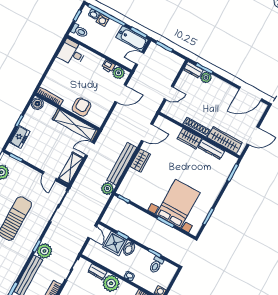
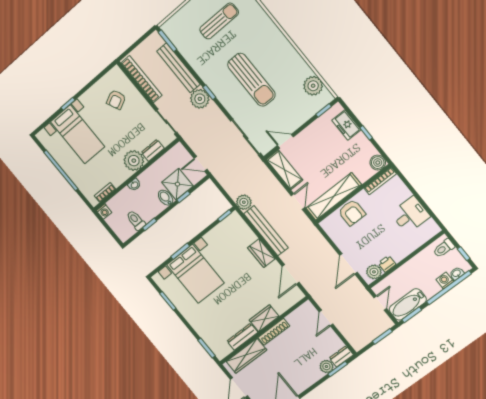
desk: (72, 53) -> (410, 215), moved

